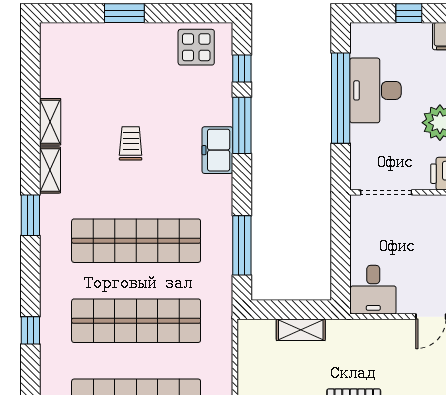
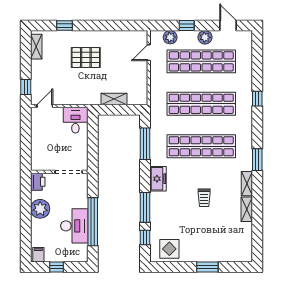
freezer: (217, 150) -> (158, 179), moved

